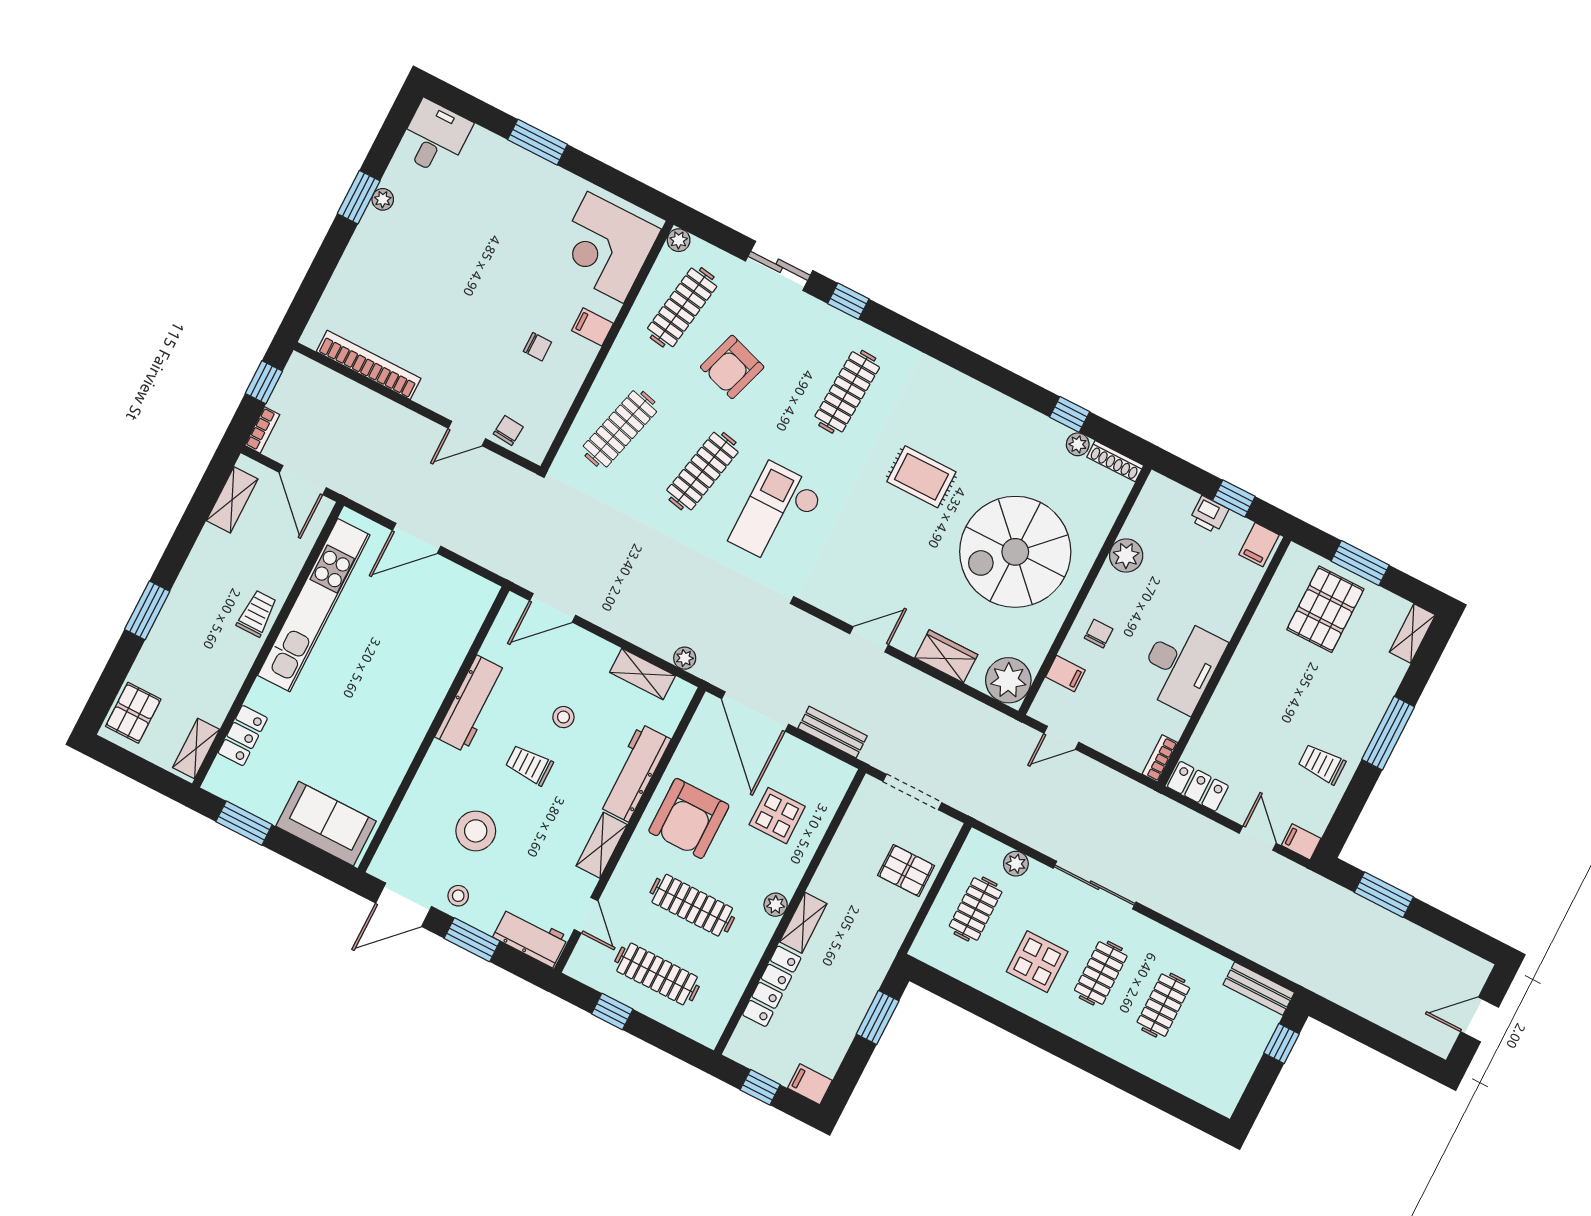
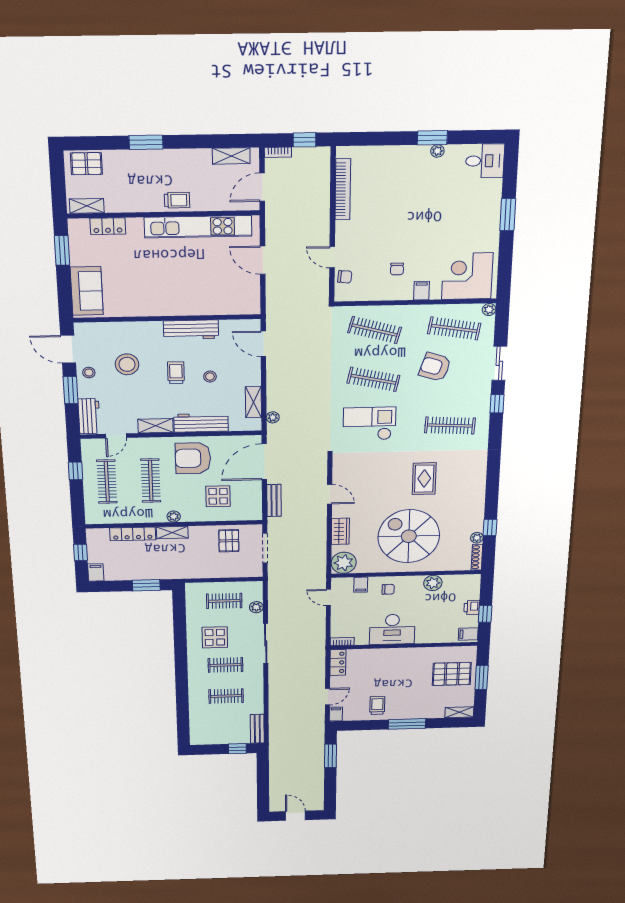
pallet: (906, 870) -> (229, 541), moved

